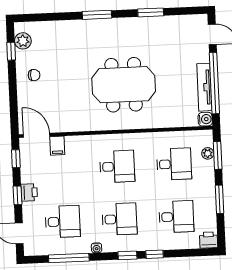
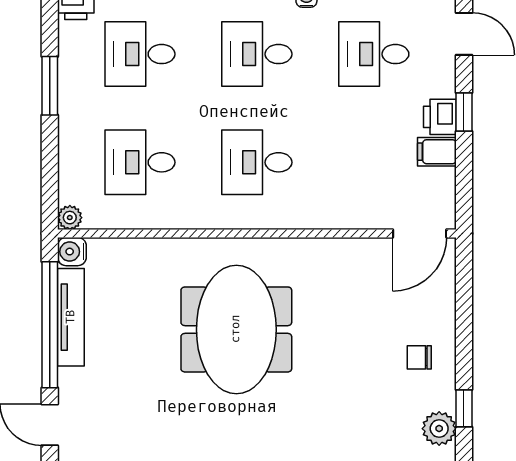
meeting table: (124, 85) -> (236, 329), turned 90
door: (37, 135) -> (420, 233), hinge flipped
filing cabinet: (57, 146) -> (437, 152), moved, turned -90
plant: (208, 153) -> (70, 218), moved
window: (218, 155) -> (50, 176), removed
window: (16, 159) -> (464, 187), removed

